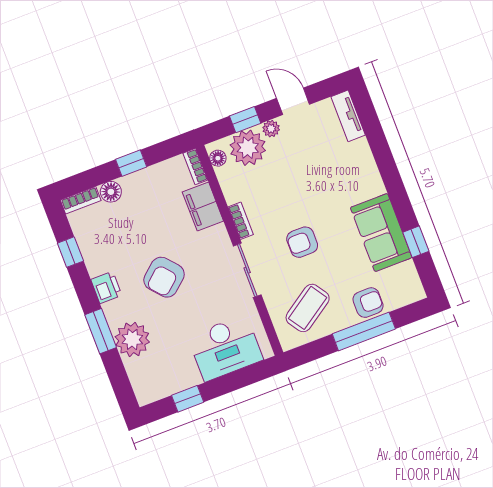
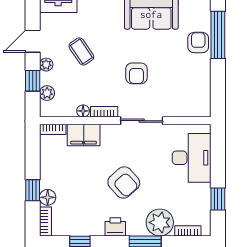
plant: (248, 148) -> (47, 93), width x0.53, depth x0.53
floor lamp: (218, 158) -> (83, 111), moved
window: (131, 163) -> (33, 190), moved
coffee table: (308, 308) -> (81, 51), moved, width x0.73, depth x0.77
window: (364, 331) -> (218, 35), moved
bookcase: (135, 377) -> (188, 231), added

